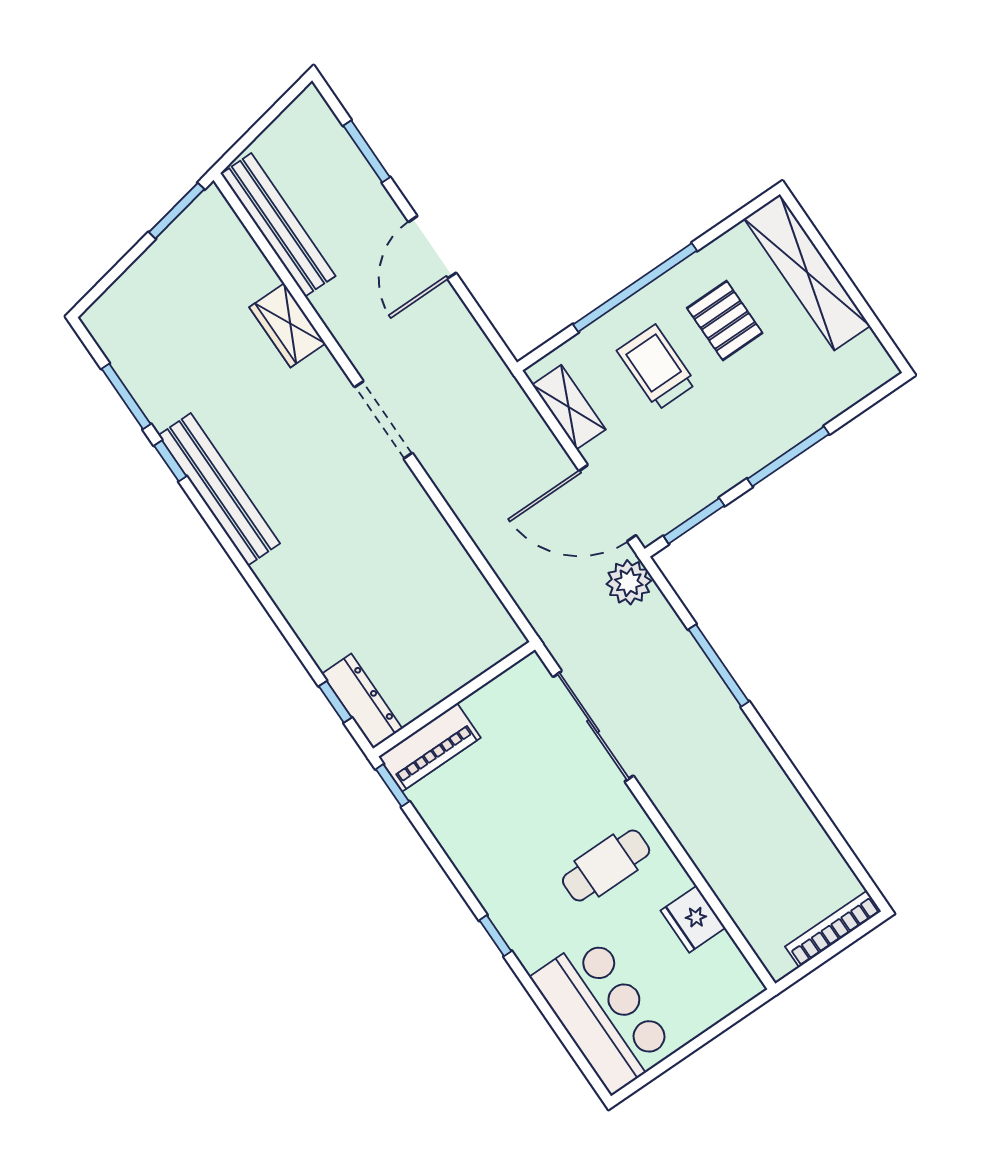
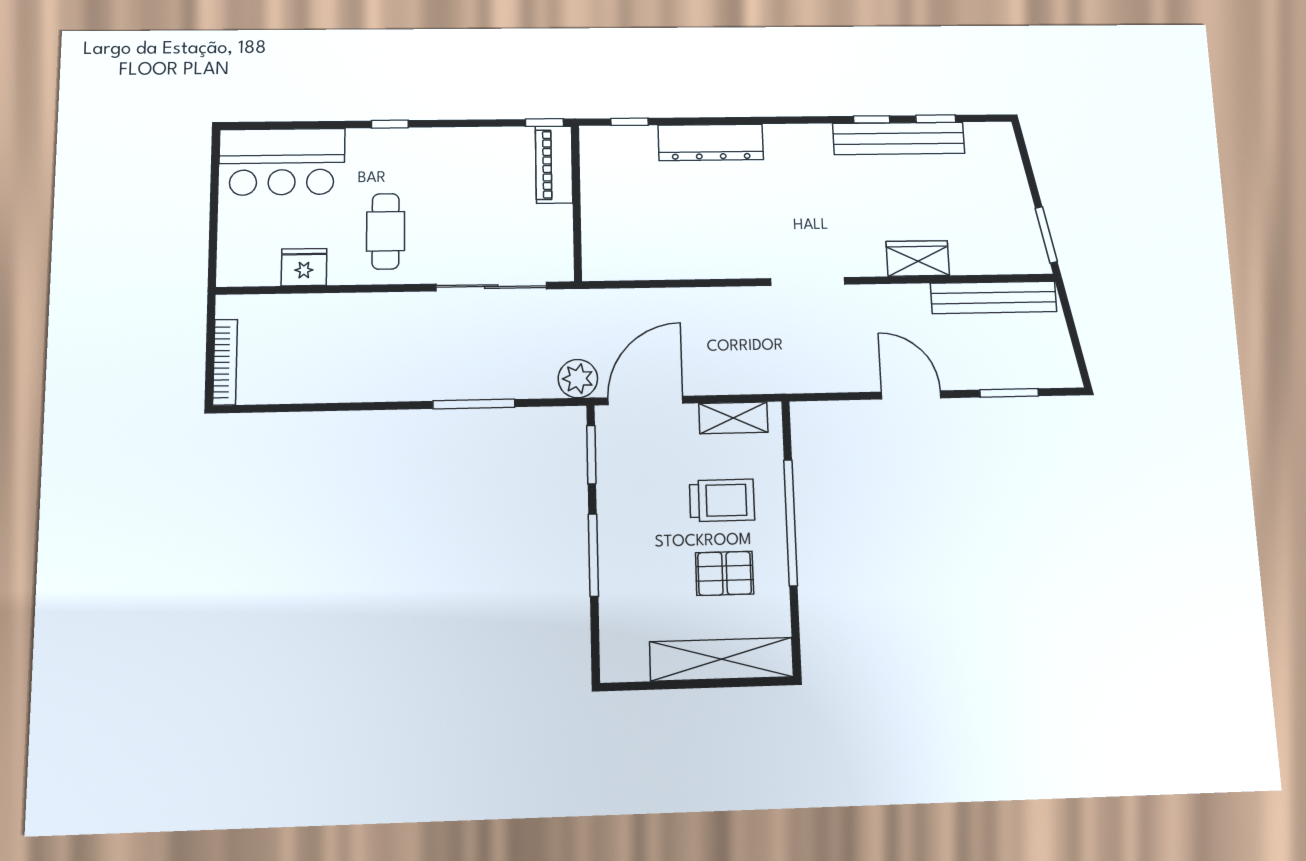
window: (126, 396) -> (936, 119), width x0.67
bench: (219, 489) -> (899, 138), moved
dresser: (362, 701) -> (711, 142), moved, width x1.37, depth x1.24

